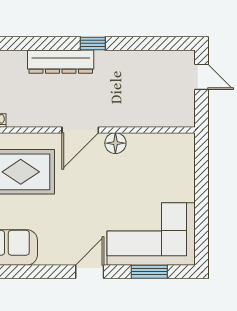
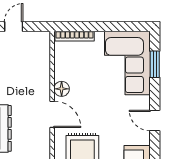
bookcase: (188, 161) -> (75, 36), added
door: (90, 272) -> (155, 121), moved

